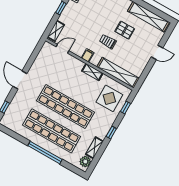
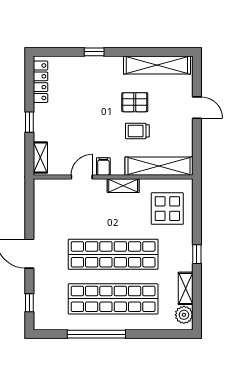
trolley: (108, 41) -> (137, 131), moved
door: (63, 49) -> (82, 177), moved
door: (157, 52) -> (197, 108), hinge flipped
window: (126, 108) -> (197, 208), removed
window: (45, 153) -> (96, 334), moved

